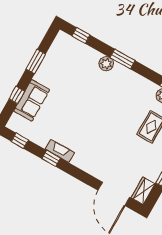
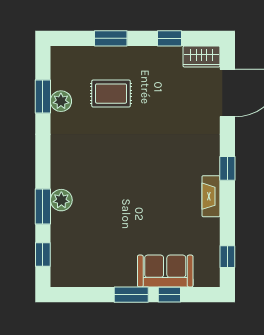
window: (123, 59) -> (43, 206), moved
window: (36, 62) -> (131, 295), moved
window: (51, 158) -> (227, 168), moved

